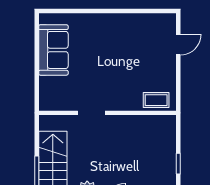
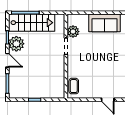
plant: (67, 101) -> (73, 32), added

